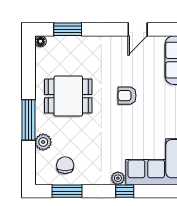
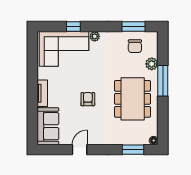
dining table: (68, 96) -> (133, 99), width x1.38
armchair: (127, 96) -> (88, 99), turned -90
window: (125, 191) -> (73, 26), moved

